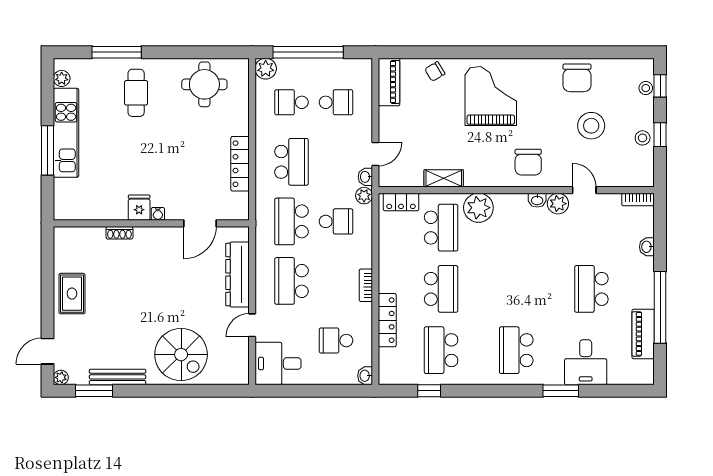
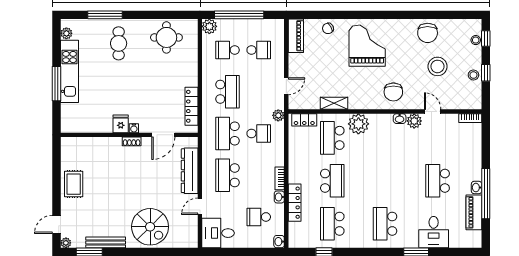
locker: (240, 164) -> (191, 106), moved
washbasin: (365, 177) -> (279, 197), moved
school desk: (441, 228) -> (332, 138), turned 180
shoe rack: (119, 233) -> (132, 141), moved
washbasin: (647, 247) -> (477, 188), moved

